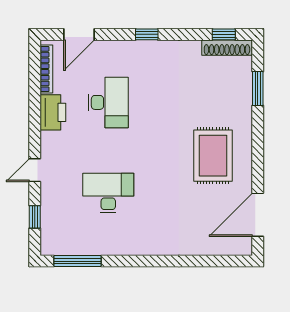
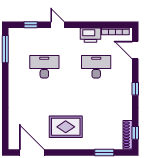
desk: (108, 102) -> (96, 67), turned 180
desk: (108, 193) -> (44, 67), turned -90

